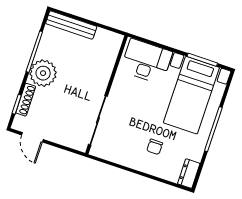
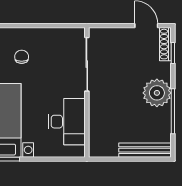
desk: (146, 61) -> (67, 122), moved, turned -90
shoe rack: (26, 100) -> (165, 44), moved

